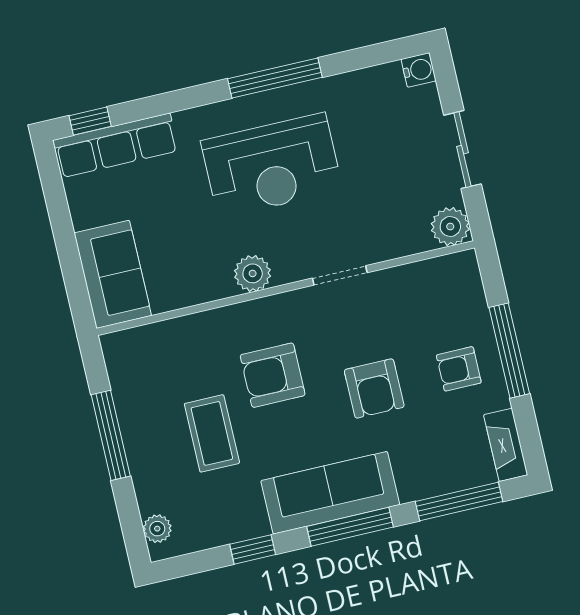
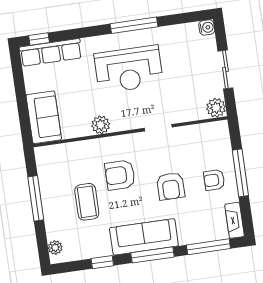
plant: (253, 273) -> (101, 125), moved

